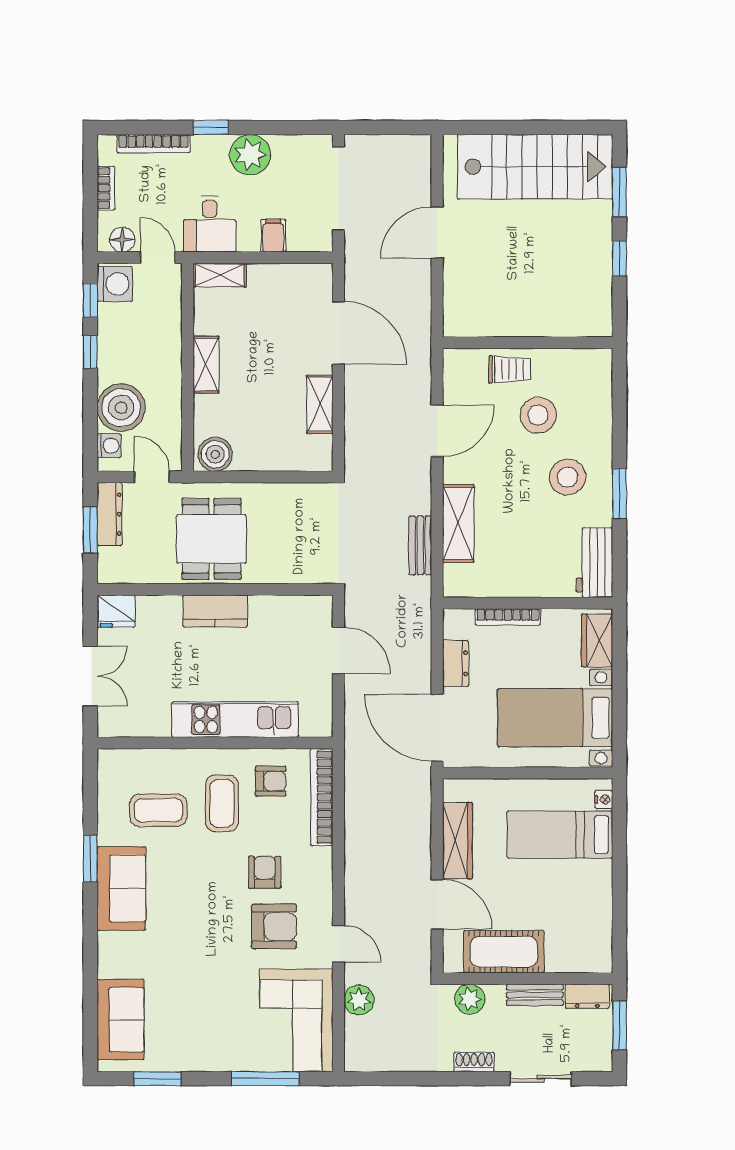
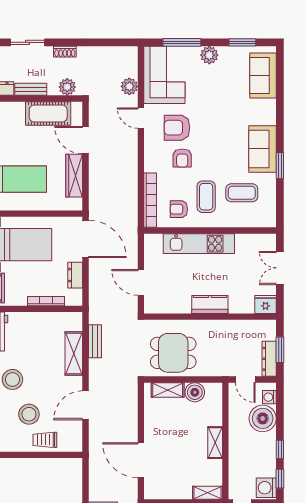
shelving: (320, 404) -> (168, 390), moved, turned 90
boiler: (215, 454) -> (195, 392), moved
dining table: (211, 539) -> (173, 353), moved, turned 90
plant: (216, 1056) -> (209, 55), added

